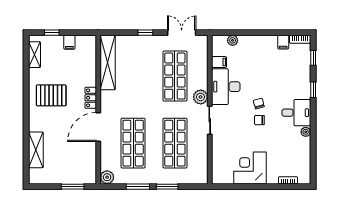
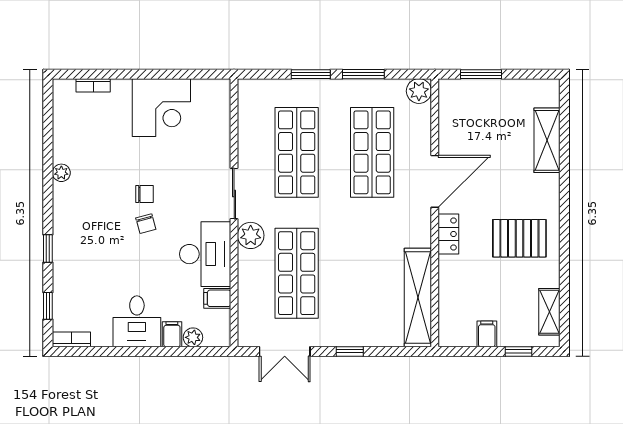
filing cabinet: (283, 42) -> (172, 334), moved
desk: (296, 113) -> (137, 321), moved, turned -90

